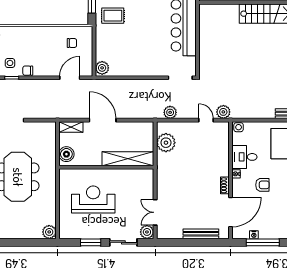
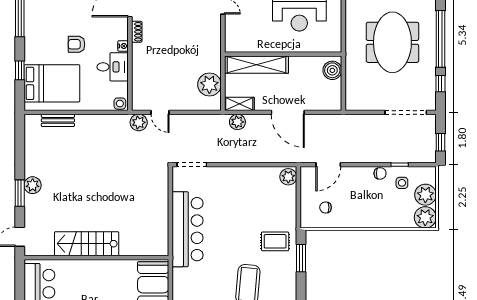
plant: (170, 112) -> (237, 122), moved
shelving: (71, 127) -> (239, 104), moved
armchair: (262, 185) -> (77, 44), moved

